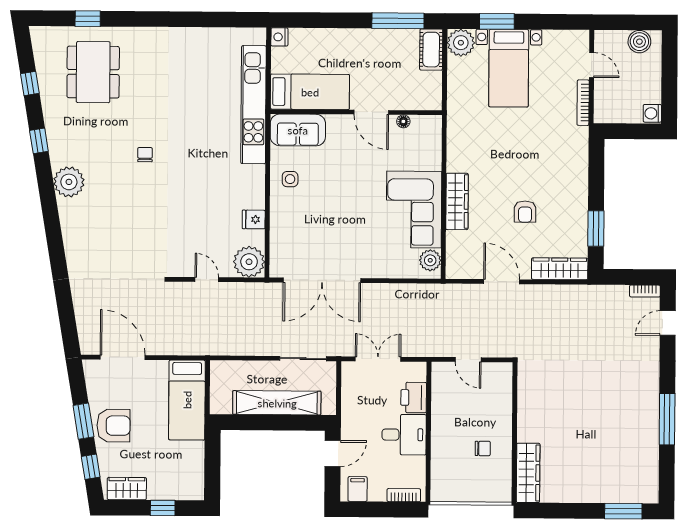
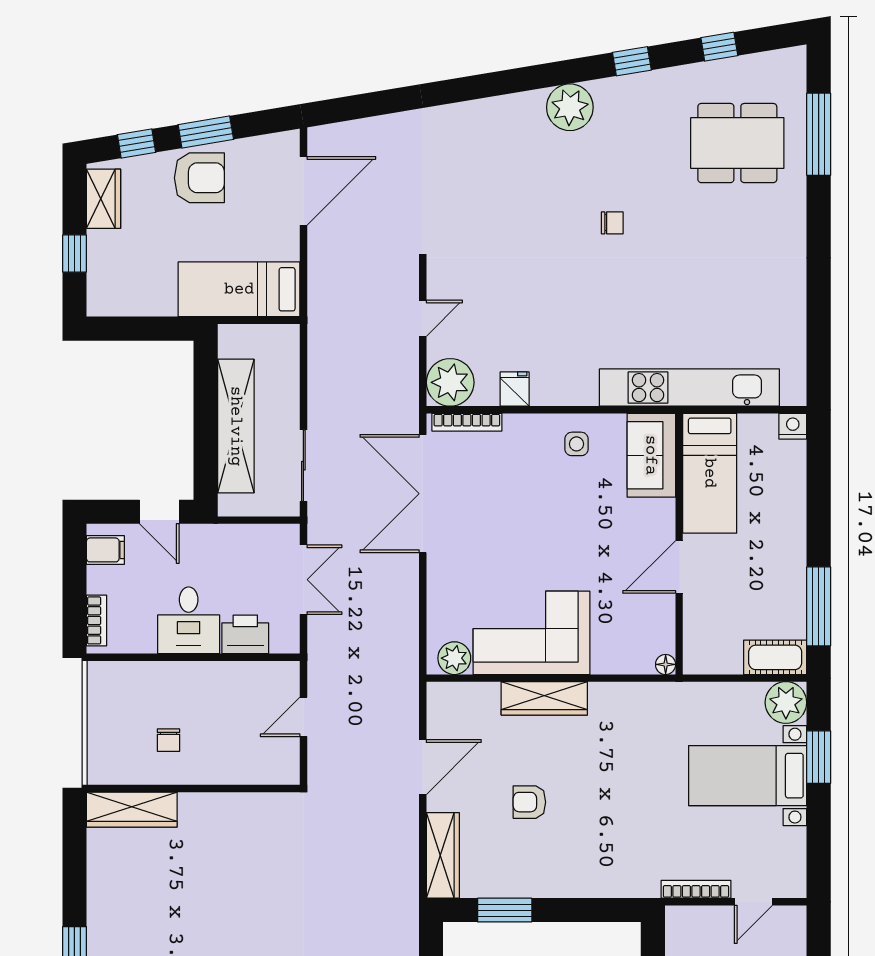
window: (88, 19) -> (819, 134), width x2.17
floor lamp: (403, 121) -> (666, 664), moved
bookcase: (275, 251) -> (467, 422), added
armchair: (113, 426) -> (199, 178), turned -90

